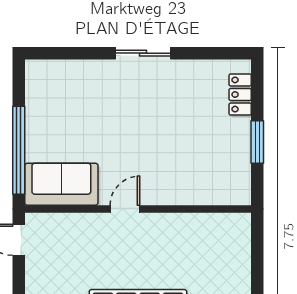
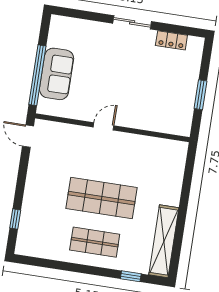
locker: (240, 95) -> (171, 40), moved, turned -90
sofa: (61, 184) -> (57, 74), moved, turned 90

